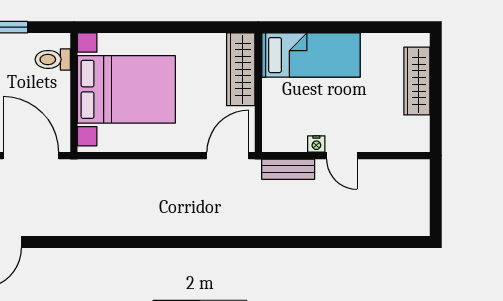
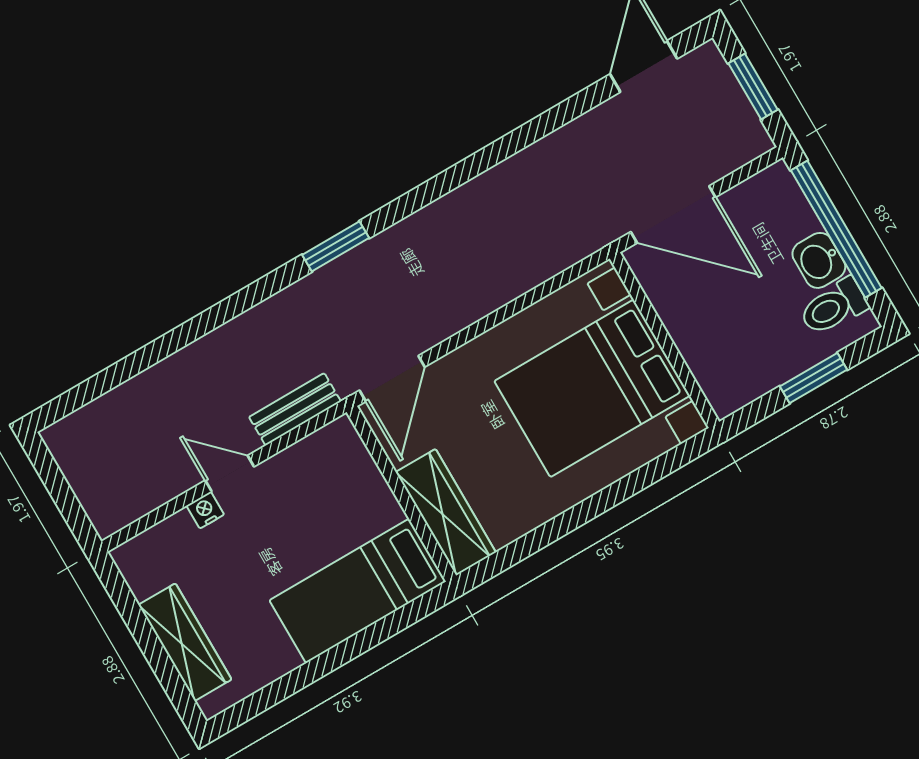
toilet: (53, 59) -> (722, 370), removed
nightstand: (316, 144) -> (205, 510), moved
window: (217, 242) -> (336, 246), added

